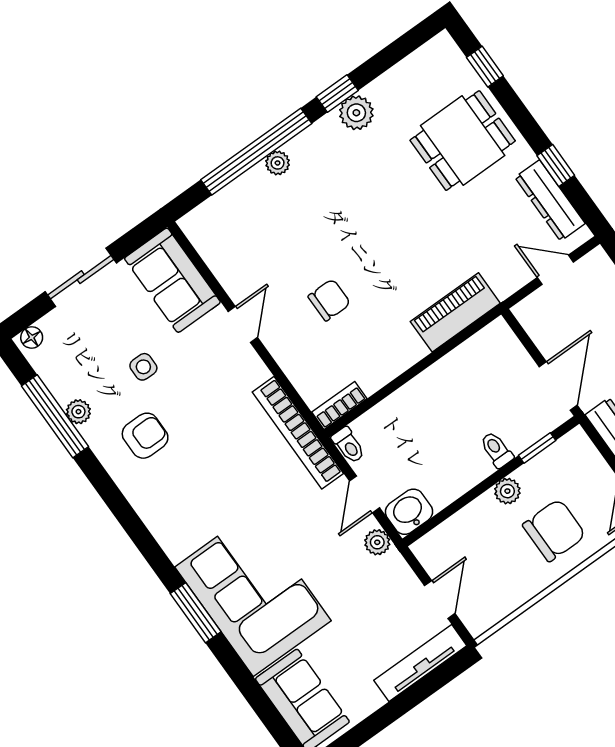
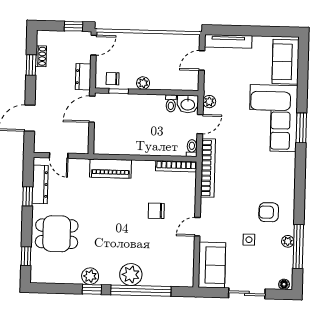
plant: (278, 163) -> (131, 275), width x1.88, depth x1.88
bookcase: (339, 405) -> (176, 166), width x1.56
toilet: (497, 450) -> (171, 103), moved
chair: (554, 530) -> (113, 79), moved, width x0.54, depth x0.54

